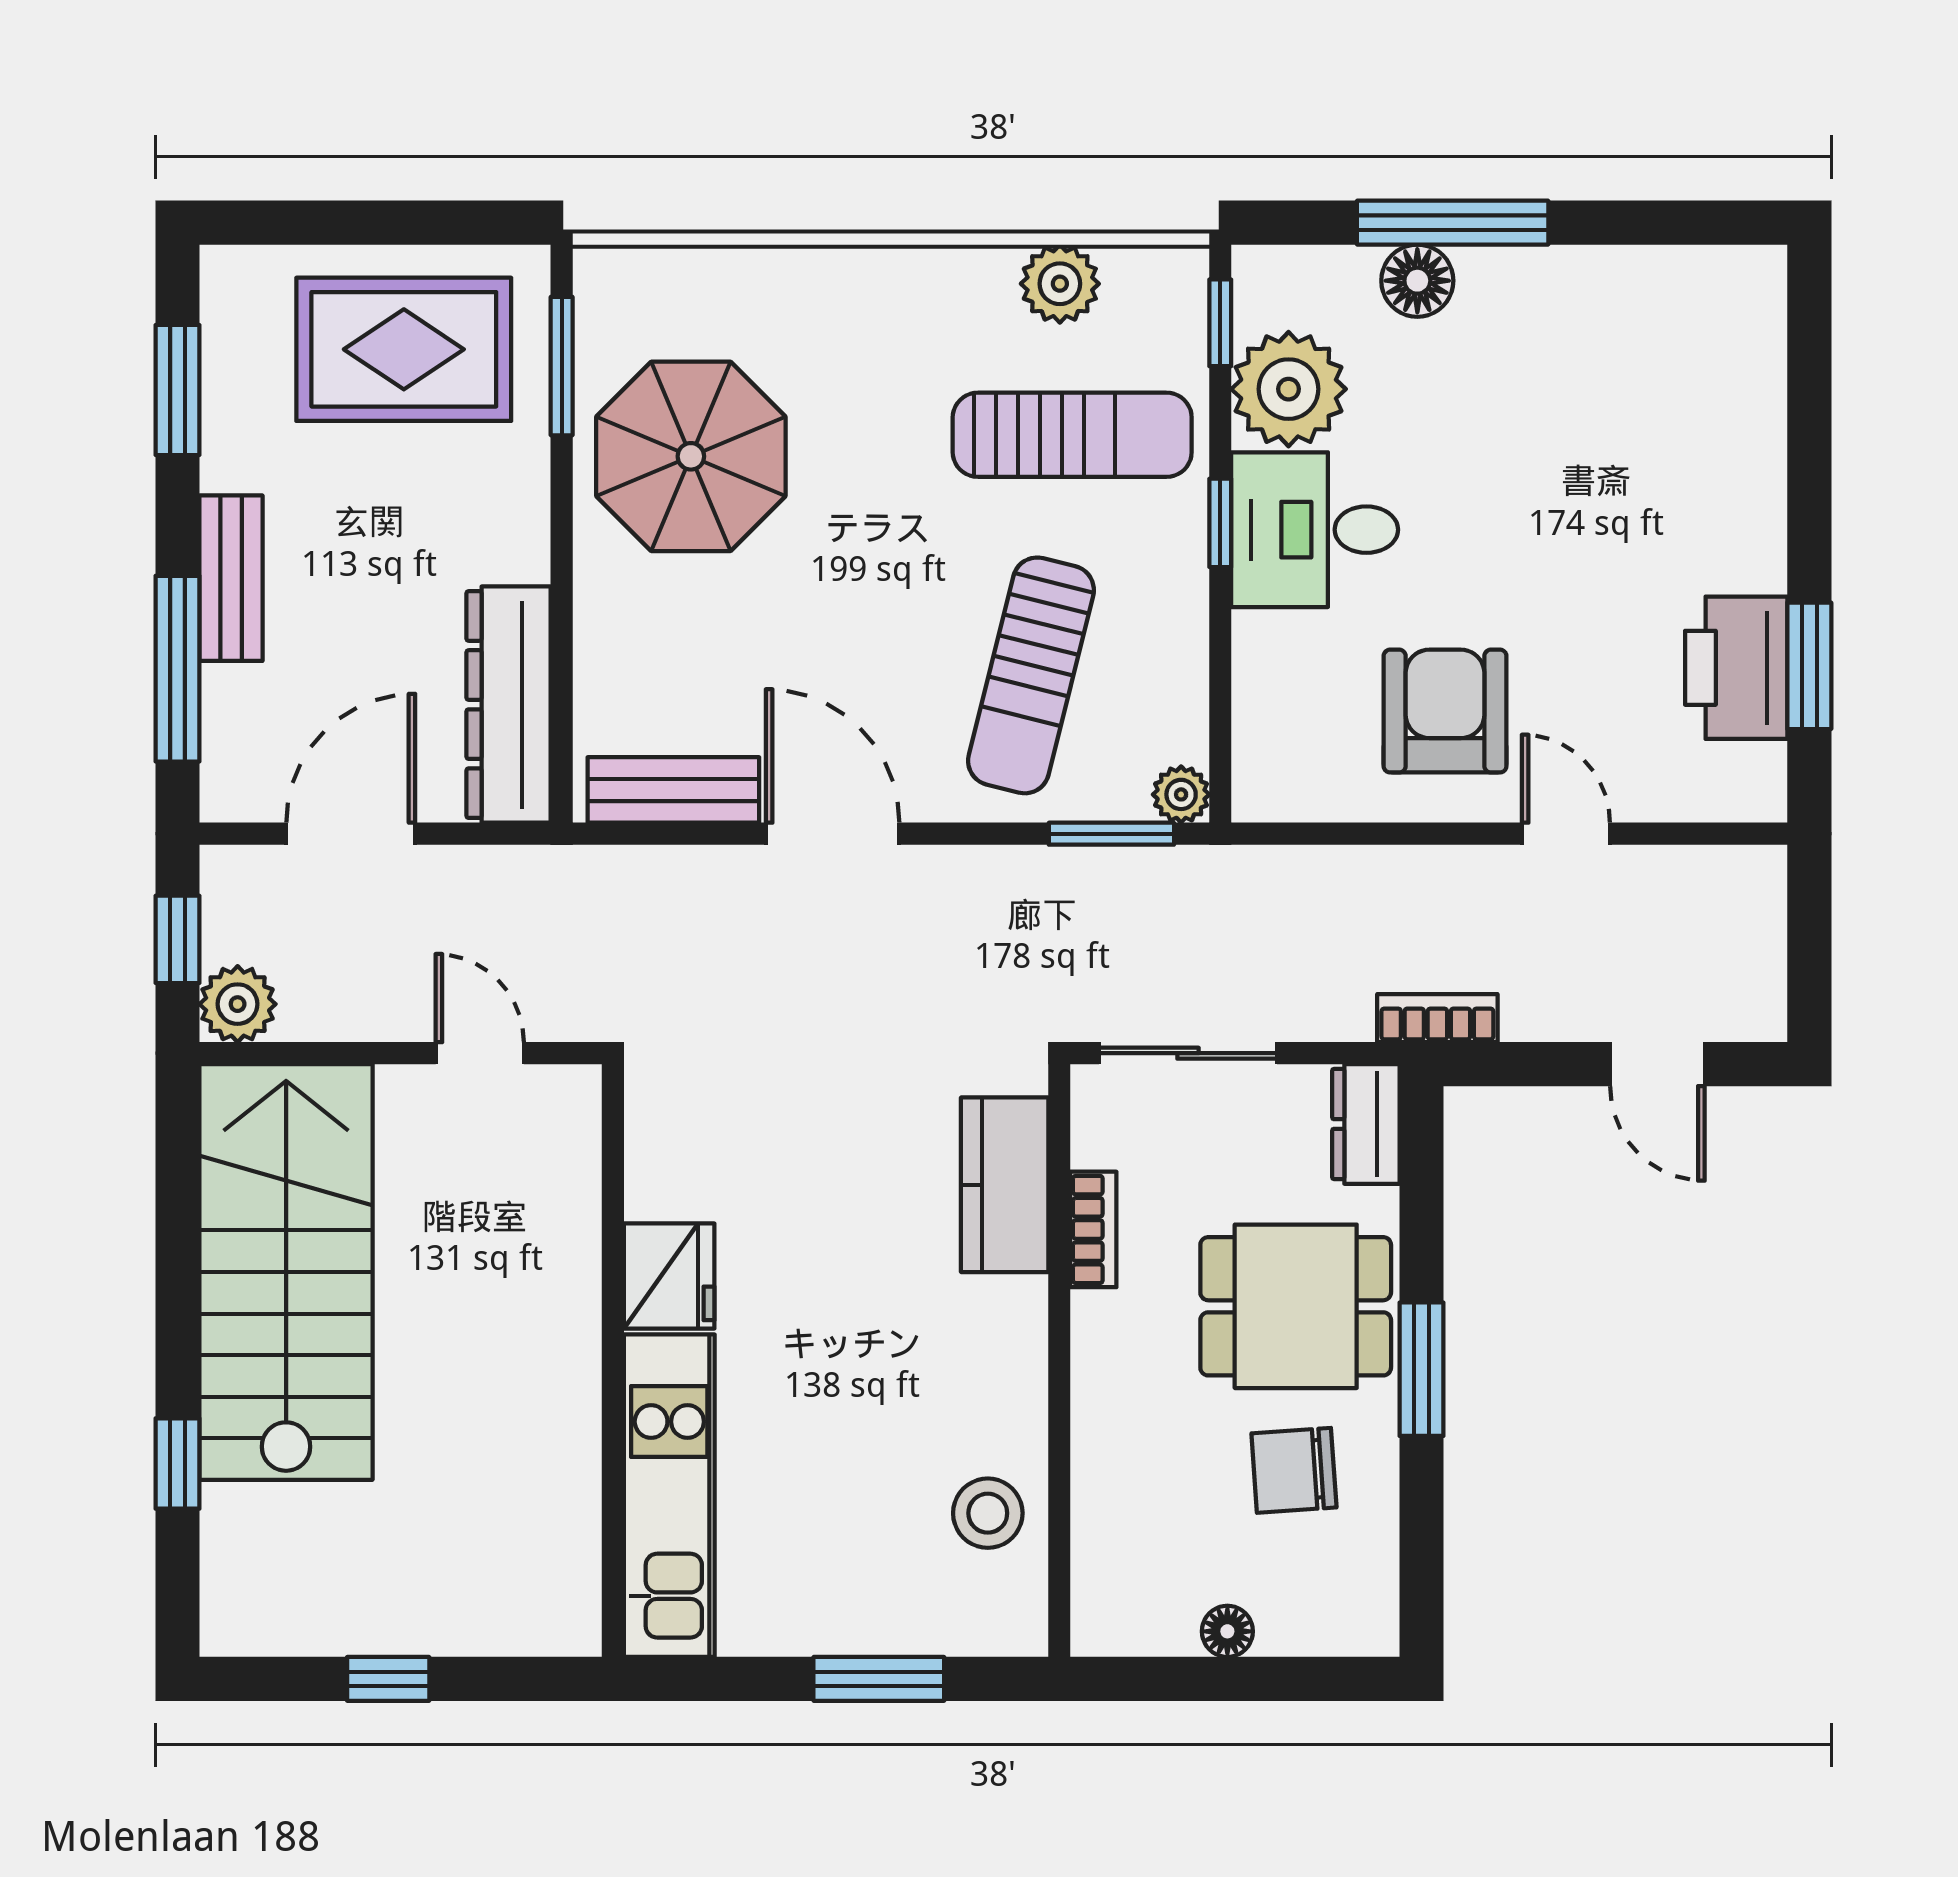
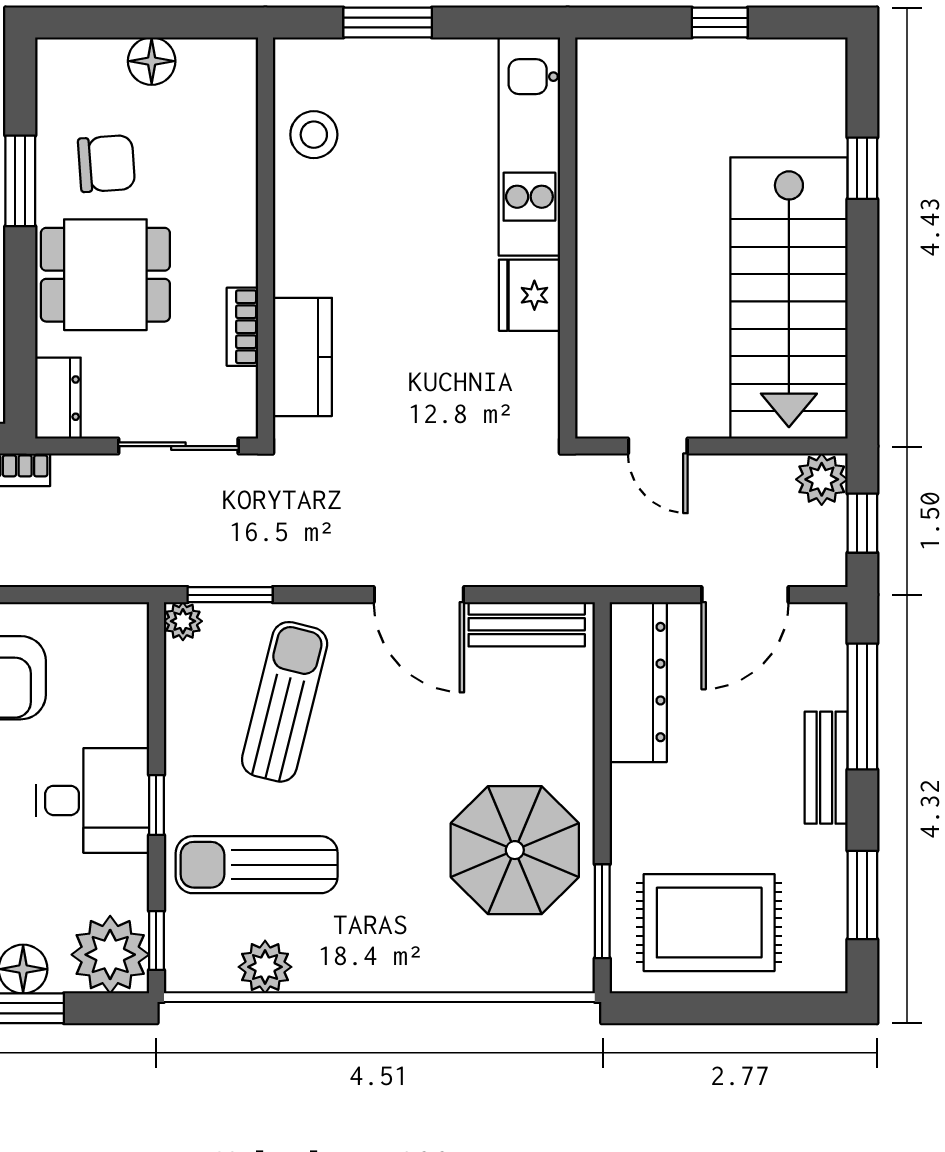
plant: (1289, 389) -> (110, 955), moved
window: (1421, 1369) -> (20, 181), moved
floor lamp: (1227, 1631) -> (152, 61), width x1.37, depth x1.37

